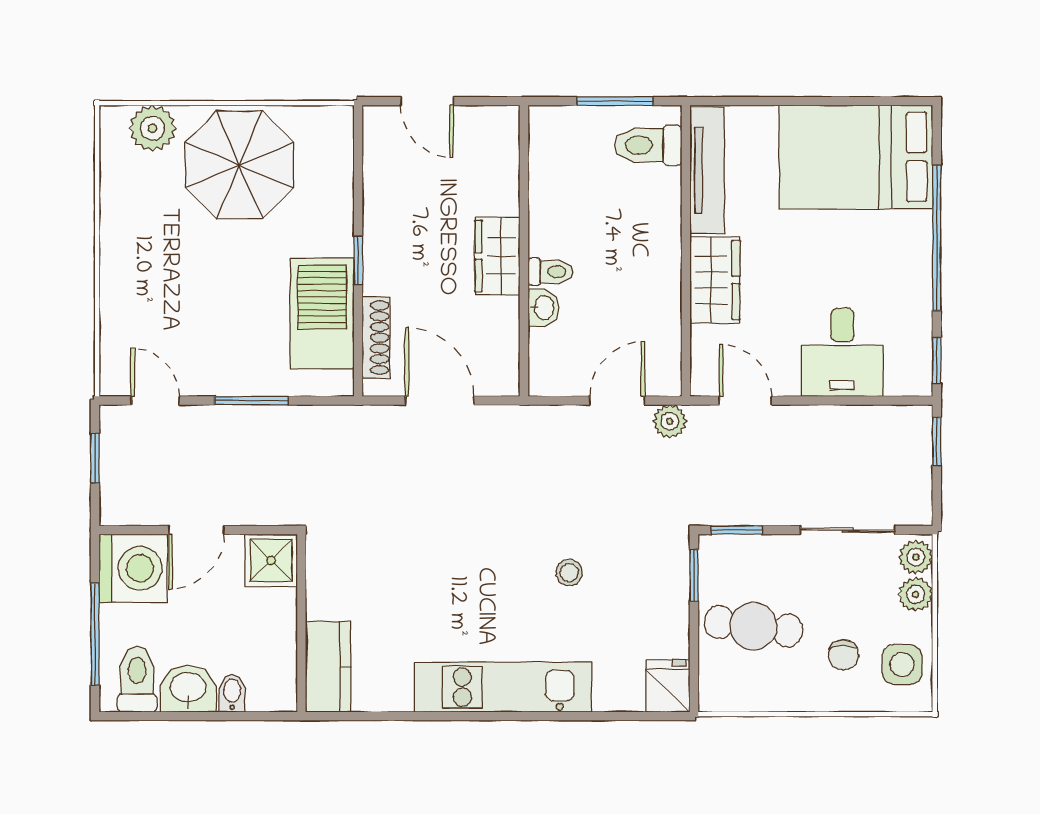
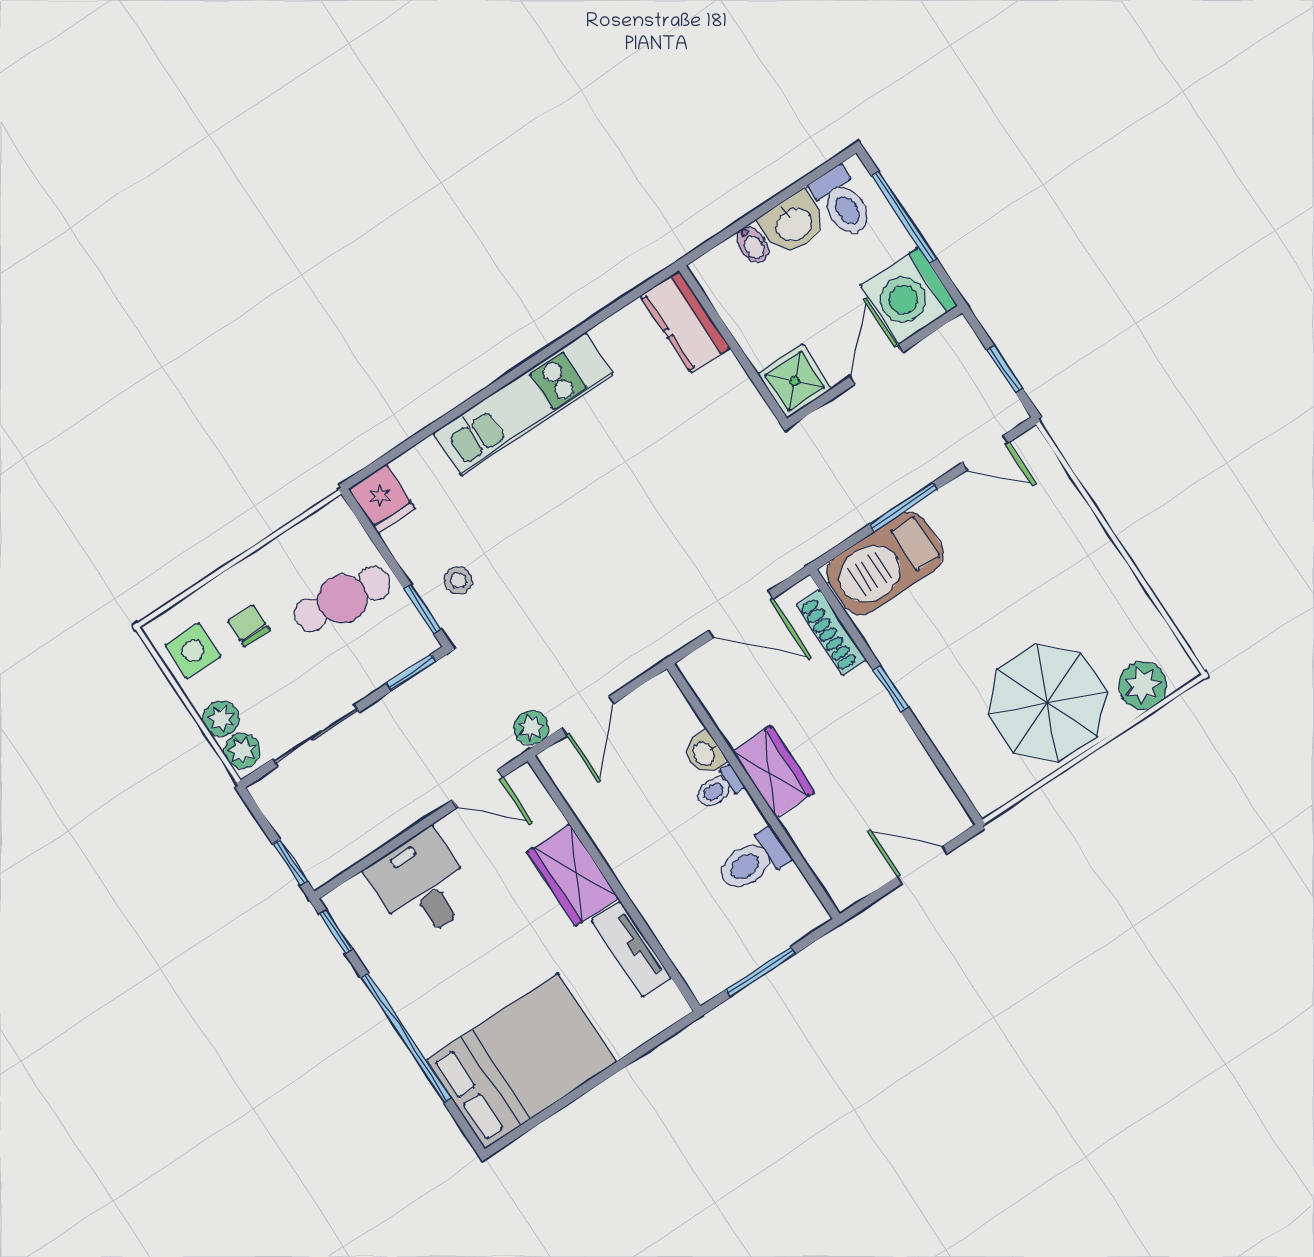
toilet: (648, 145) -> (753, 861), moved, turned 180
tv unit: (707, 170) -> (631, 949), width x0.71
barbecue: (322, 313) -> (885, 564), moved, turned 90
stool: (569, 573) -> (458, 580), moved

